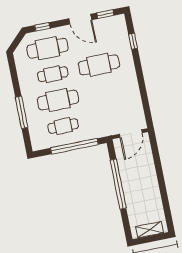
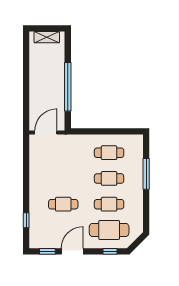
door: (80, 19) -> (72, 251), hinge flipped
cafe table: (99, 65) -> (63, 204), width x0.73, depth x0.74
cafe table: (58, 100) -> (109, 178), width x0.73, depth x0.74
window: (74, 146) -> (102, 131), removed

